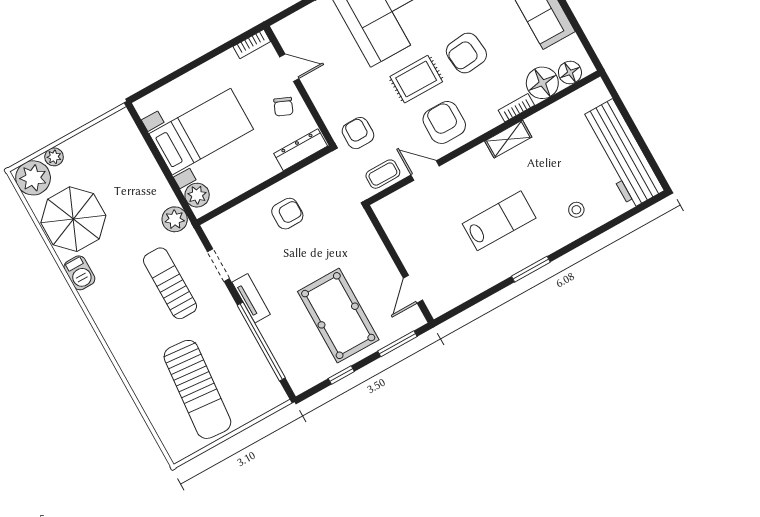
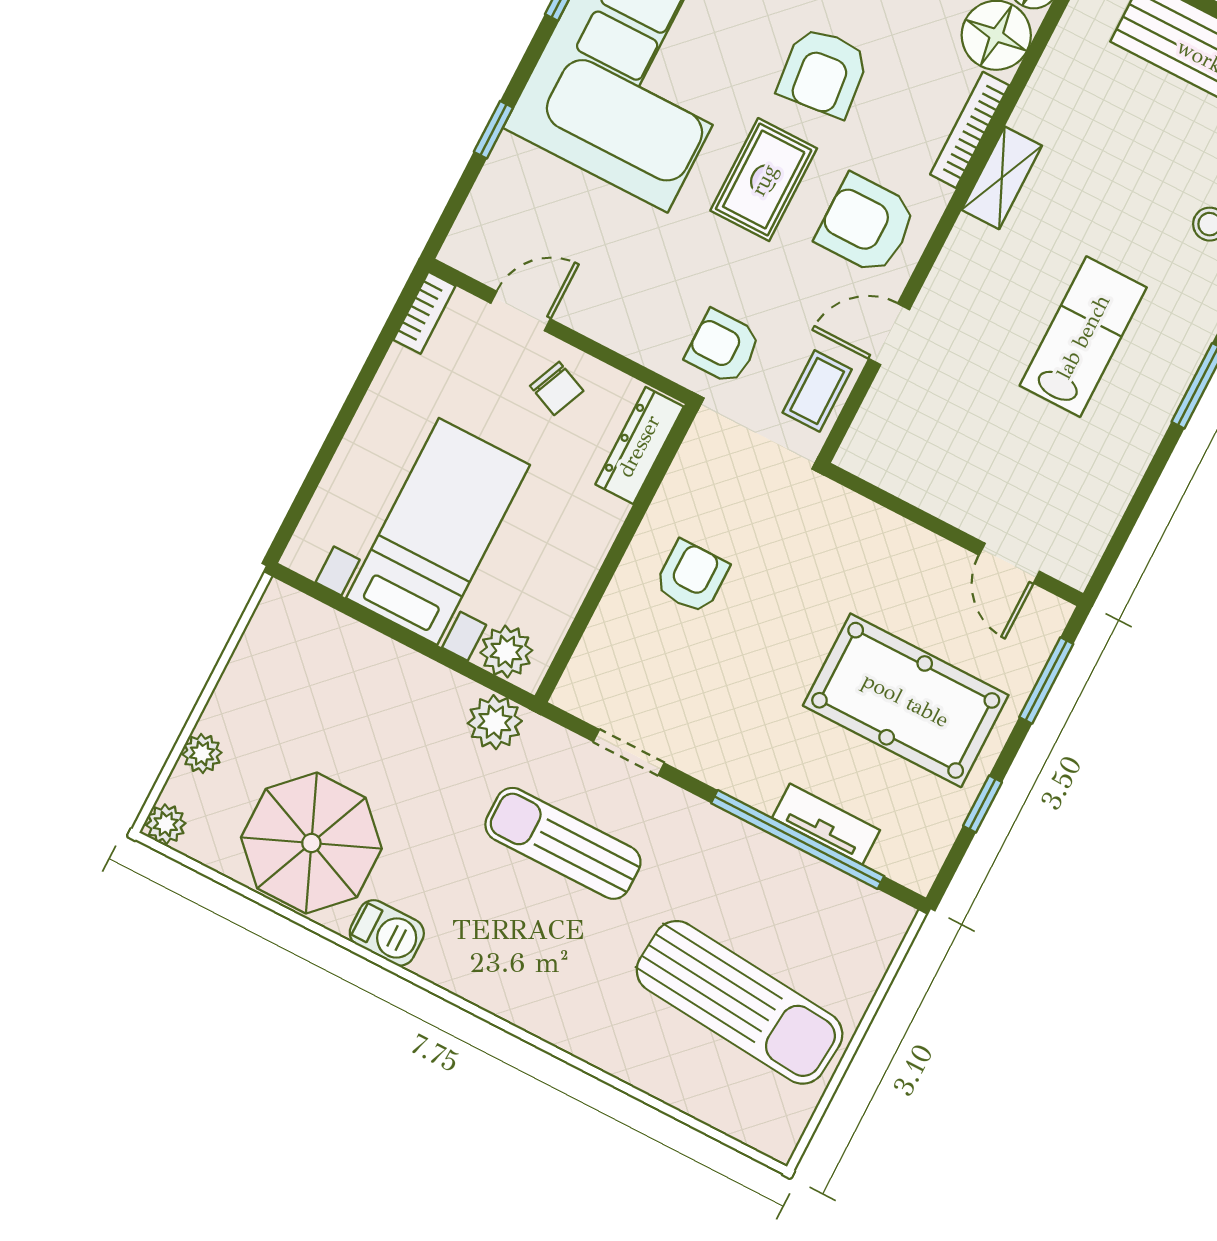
bookcase: (516, 108) -> (970, 130), width x1.56
plant: (33, 178) -> (166, 824), width x0.53, depth x0.53
tv unit: (251, 298) -> (826, 824), moved

